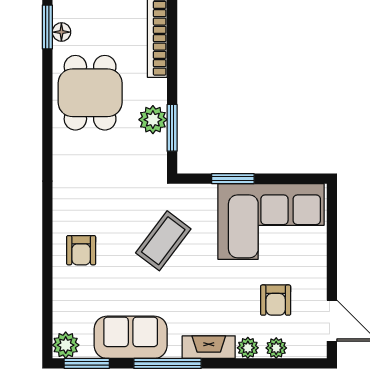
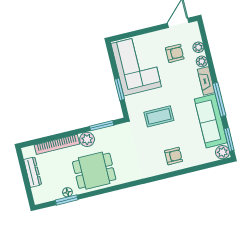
plant: (153, 120) -> (87, 139), moved
coffee table: (163, 241) -> (159, 116), turned -37
sofa: (131, 337) -> (211, 121), width x1.36

